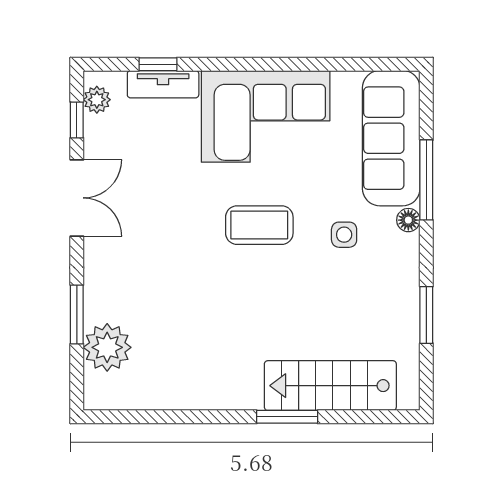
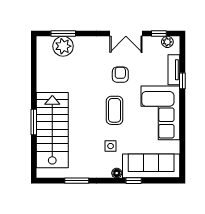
window: (158, 64) -> (182, 81), moved
window: (426, 180) -> (134, 181), width x0.46
armchair: (175, 212) -> (120, 75), added
window: (77, 314) -> (63, 33), moved
stairs: (330, 386) -> (52, 130), width x1.36, depth x1.51

